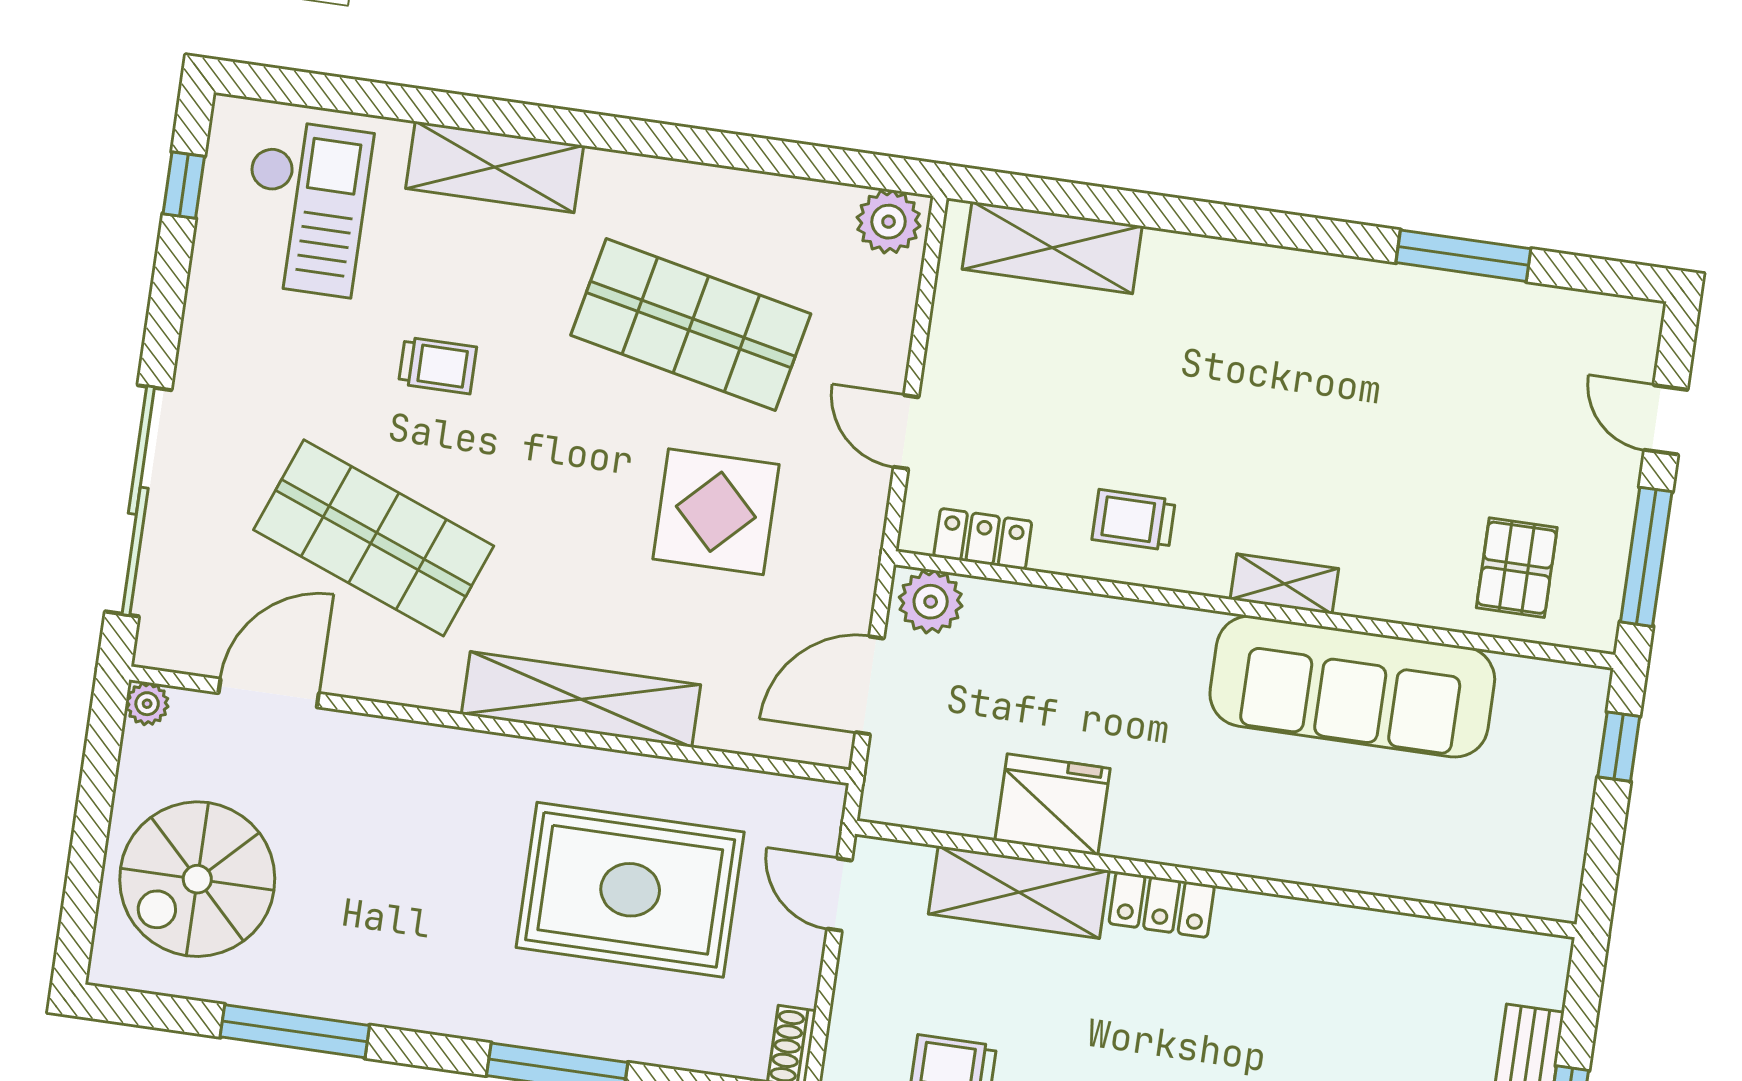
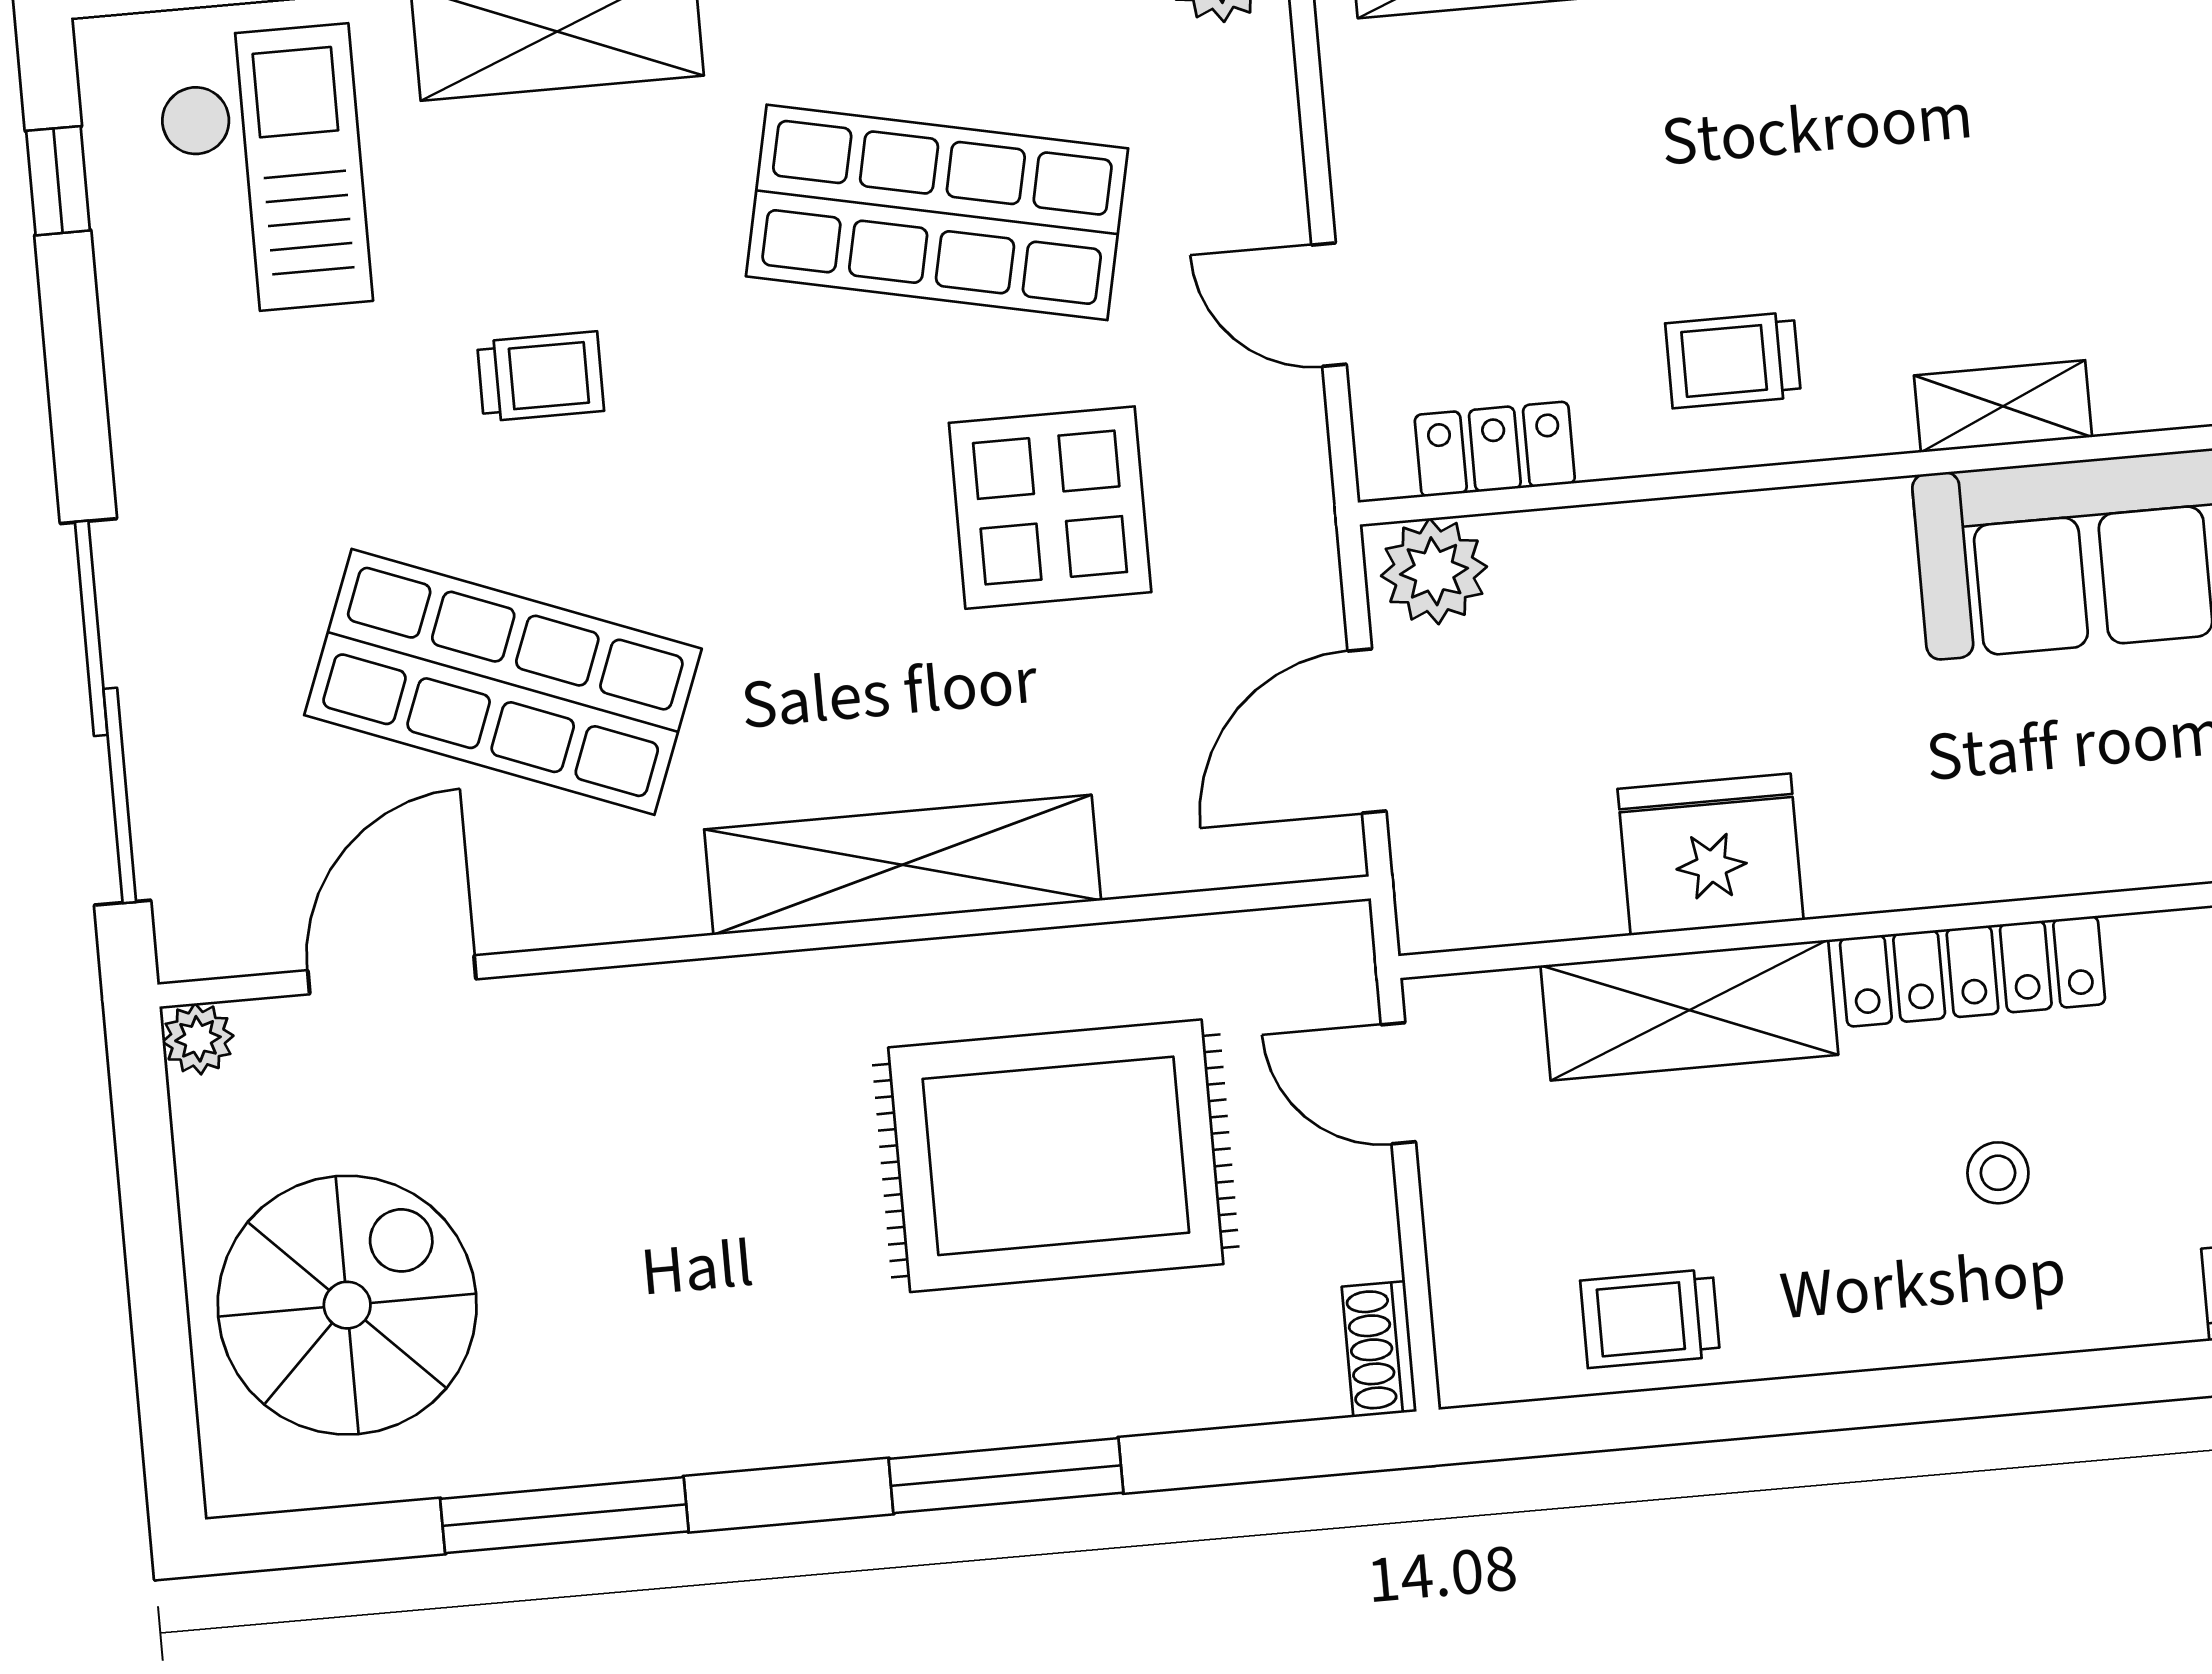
spiral stairs: (197, 879) -> (347, 1305), turned 180
locker: (1162, 905) -> (1972, 971), width x1.53
stool: (1176, 1029) -> (1998, 1173), added

